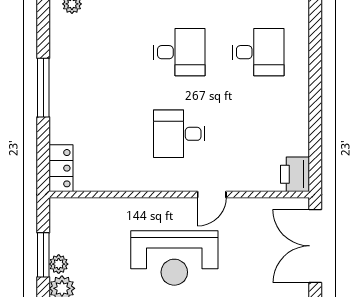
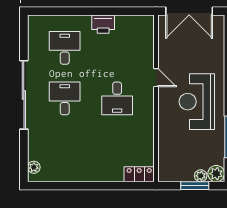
window: (43, 88) -> (87, 186), removed
printer: (295, 174) -> (103, 24), moved
reception desk: (174, 258) -> (197, 102), turned 180

